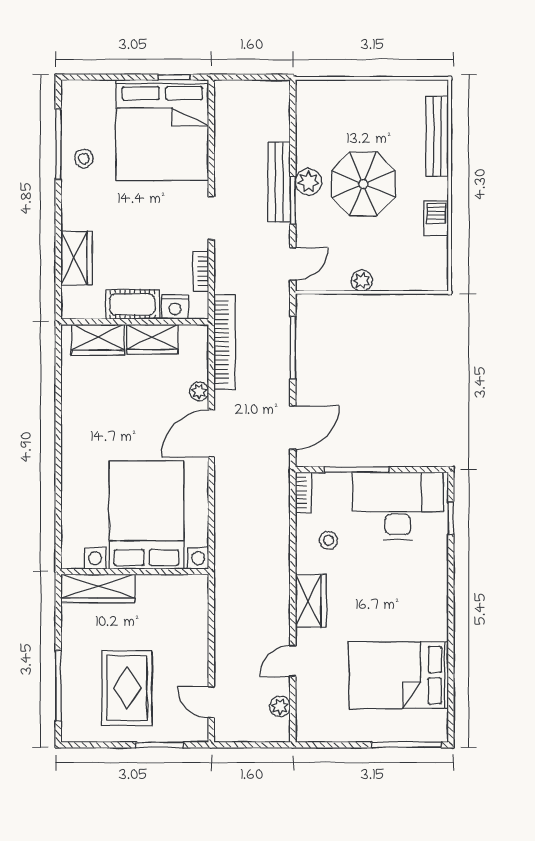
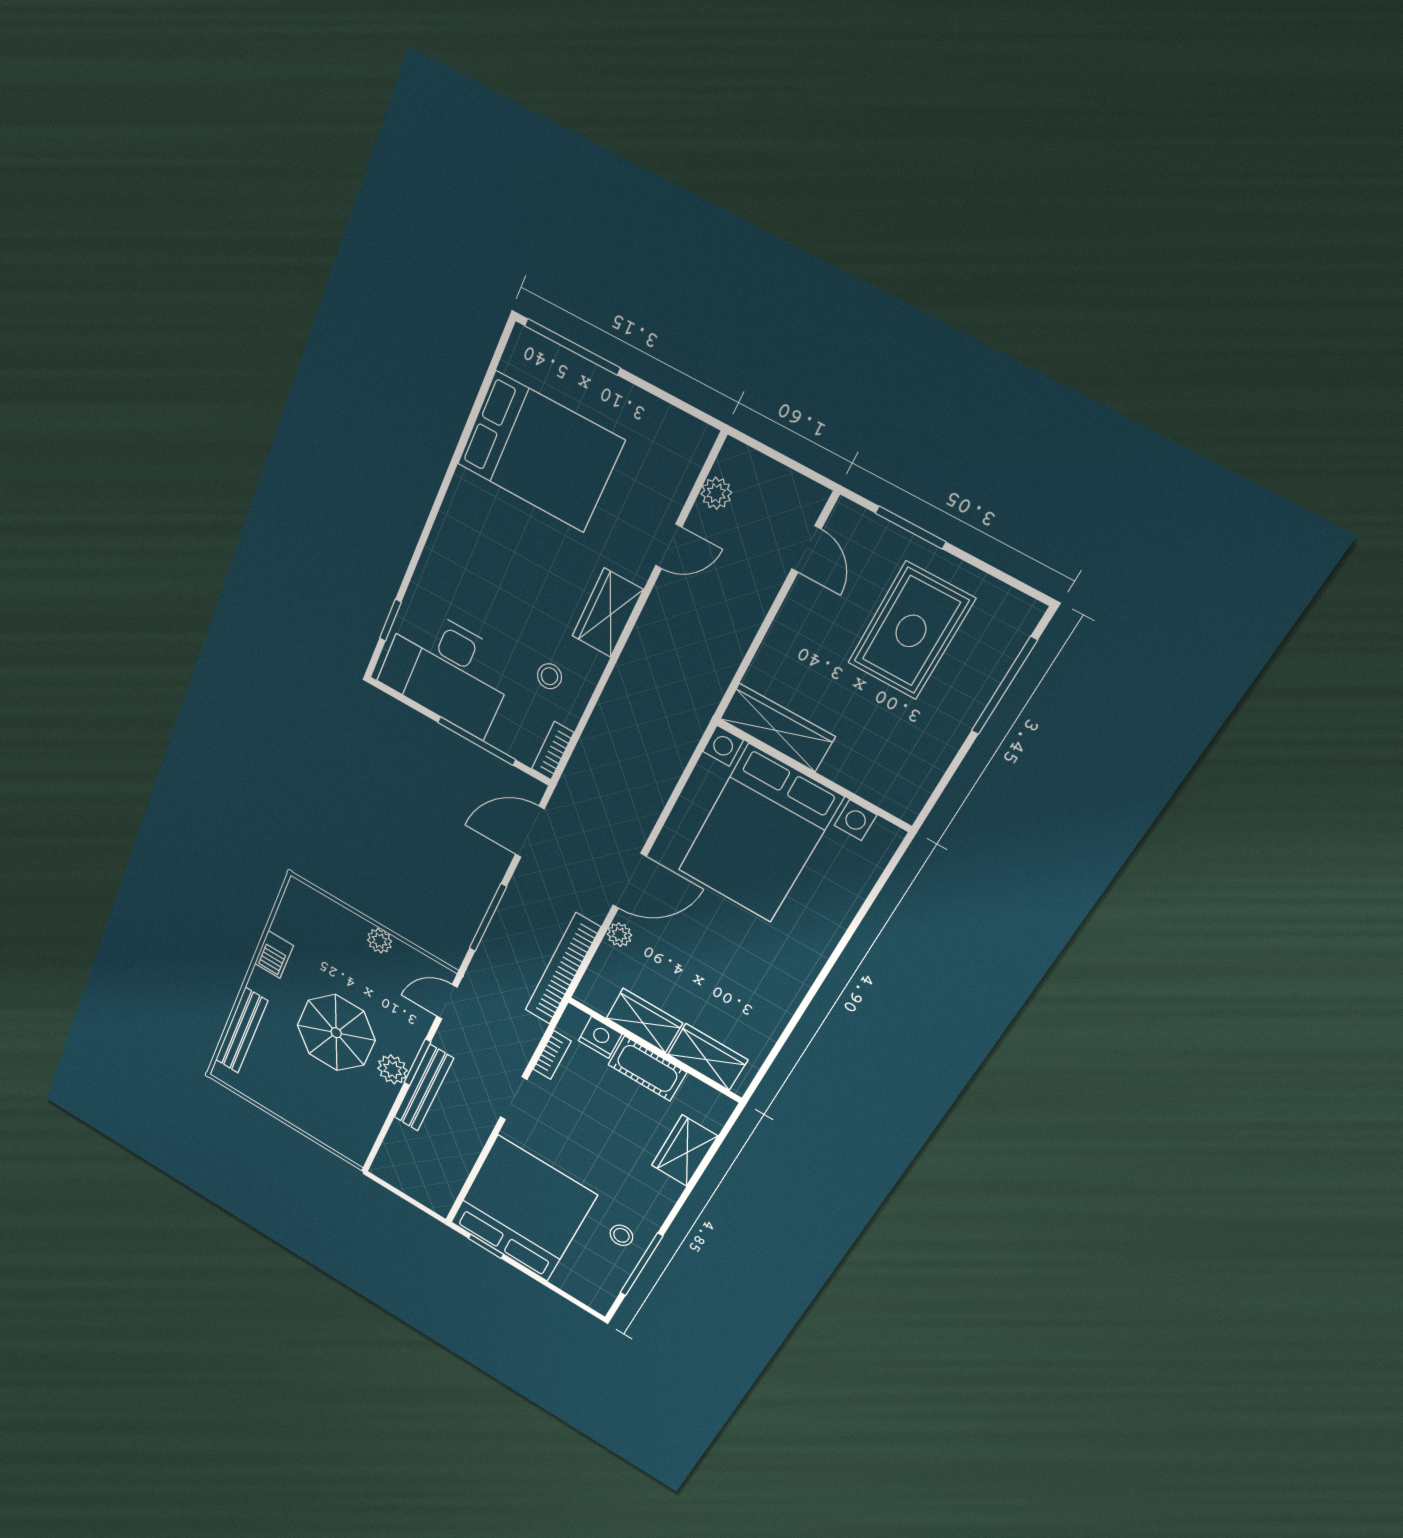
wardrobe: (98, 588) -> (777, 728), moved

